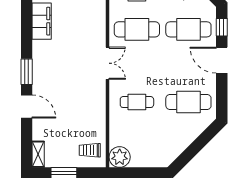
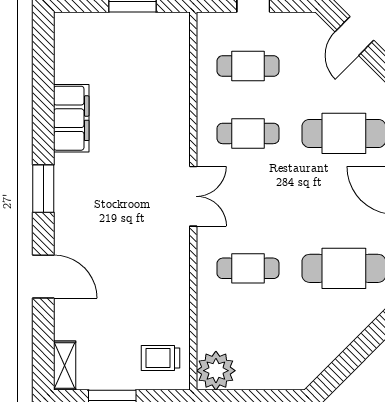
cafe table: (137, 29) -> (248, 133), width x0.73, depth x0.74
window: (27, 72) -> (43, 189), moved

